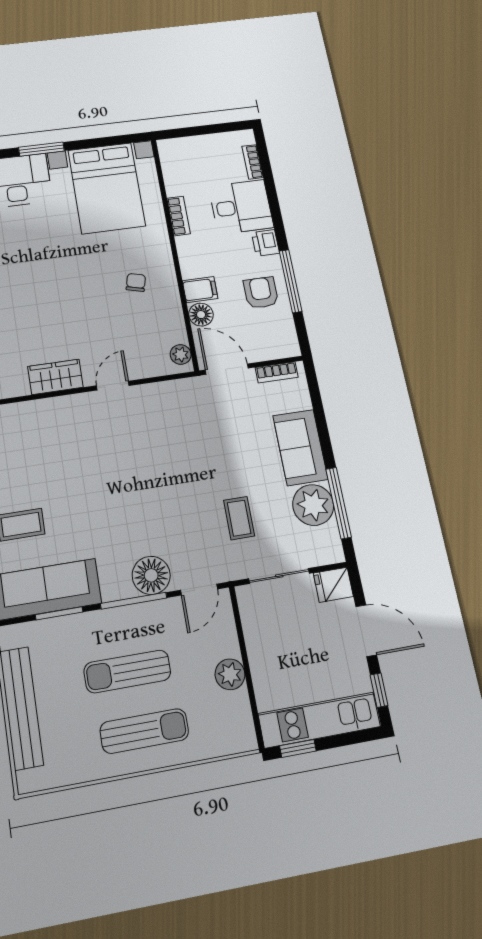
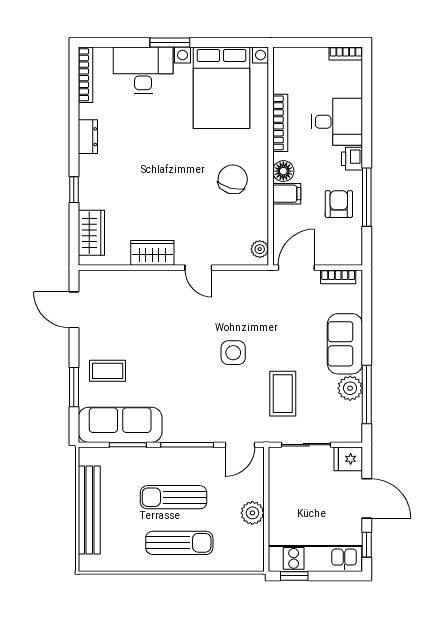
bookcase: (253, 162) -> (346, 54), moved, turned -90
bookcase: (179, 216) -> (280, 123), width x1.56
chair: (136, 282) -> (233, 179), width x1.87, depth x1.87
floor lamp: (201, 315) -> (283, 171), moved
door: (227, 369) -> (296, 268), hinge flipped
door: (113, 386) -> (198, 268), swing flipped
side table: (171, 478) -> (233, 353), added
plant: (313, 505) -> (350, 388), width x0.73, depth x0.73
coffee table: (239, 518) -> (283, 394), width x1.36, depth x1.30
floor lamp: (151, 575) -> (204, 427), removed

